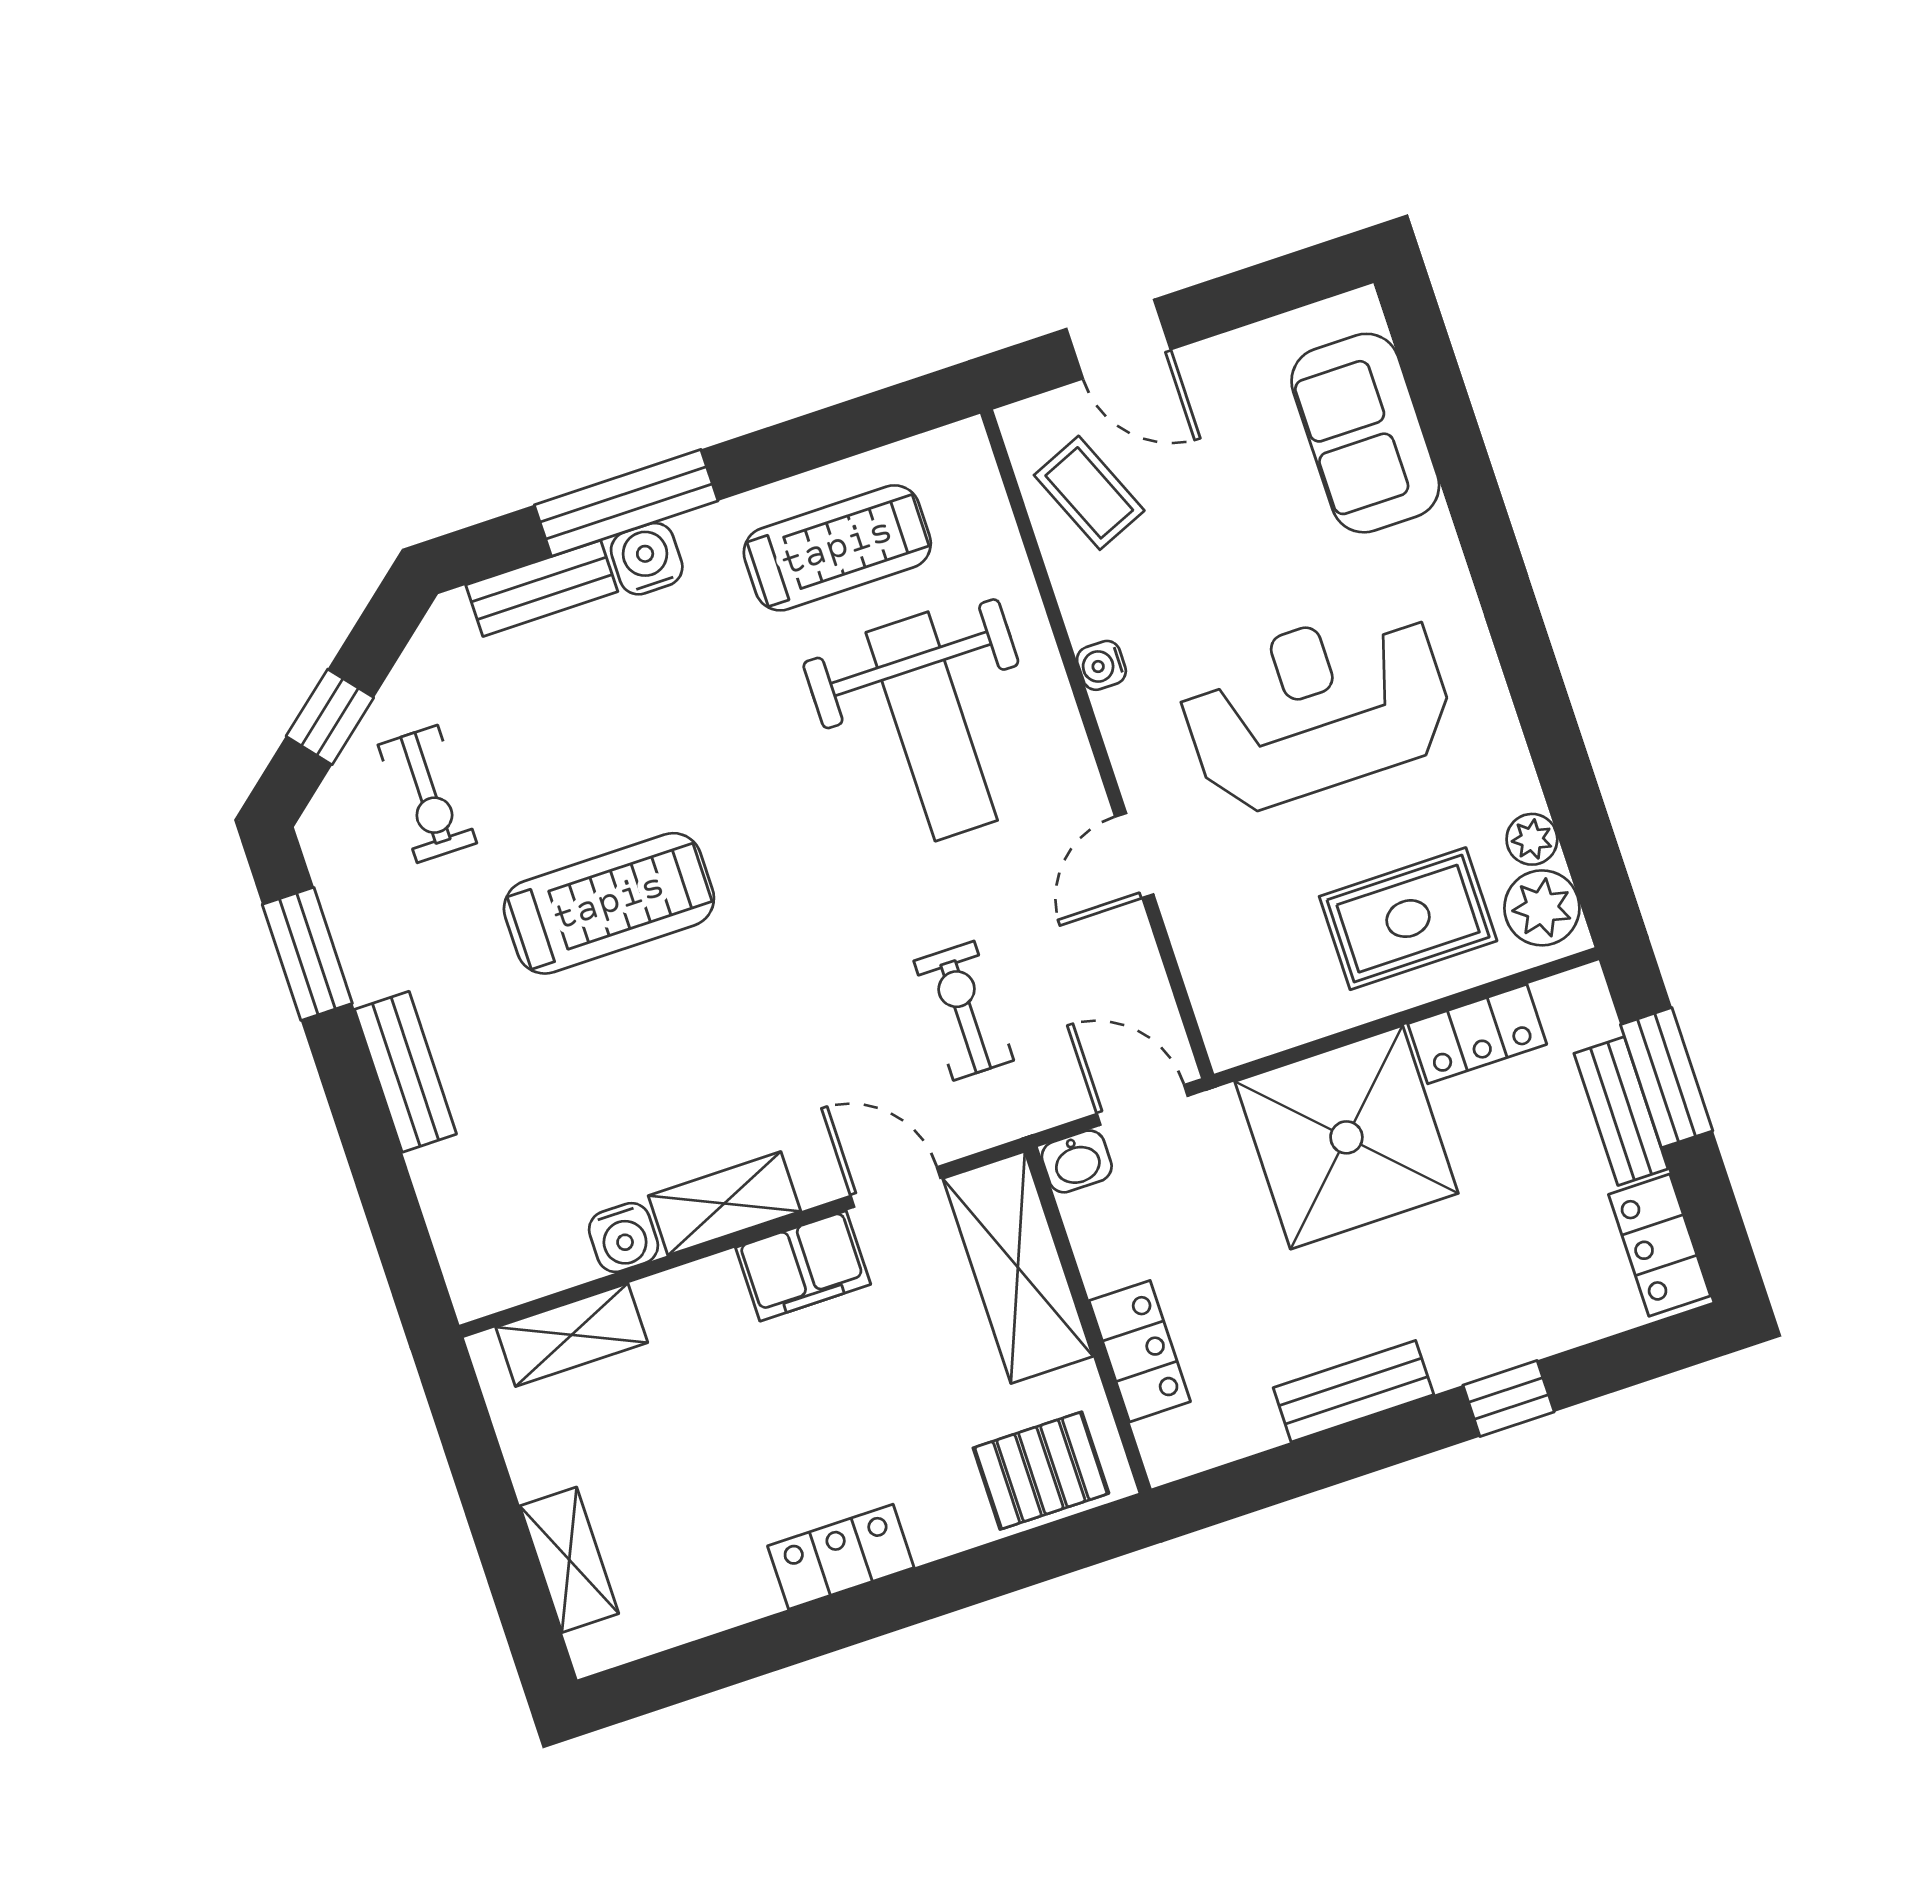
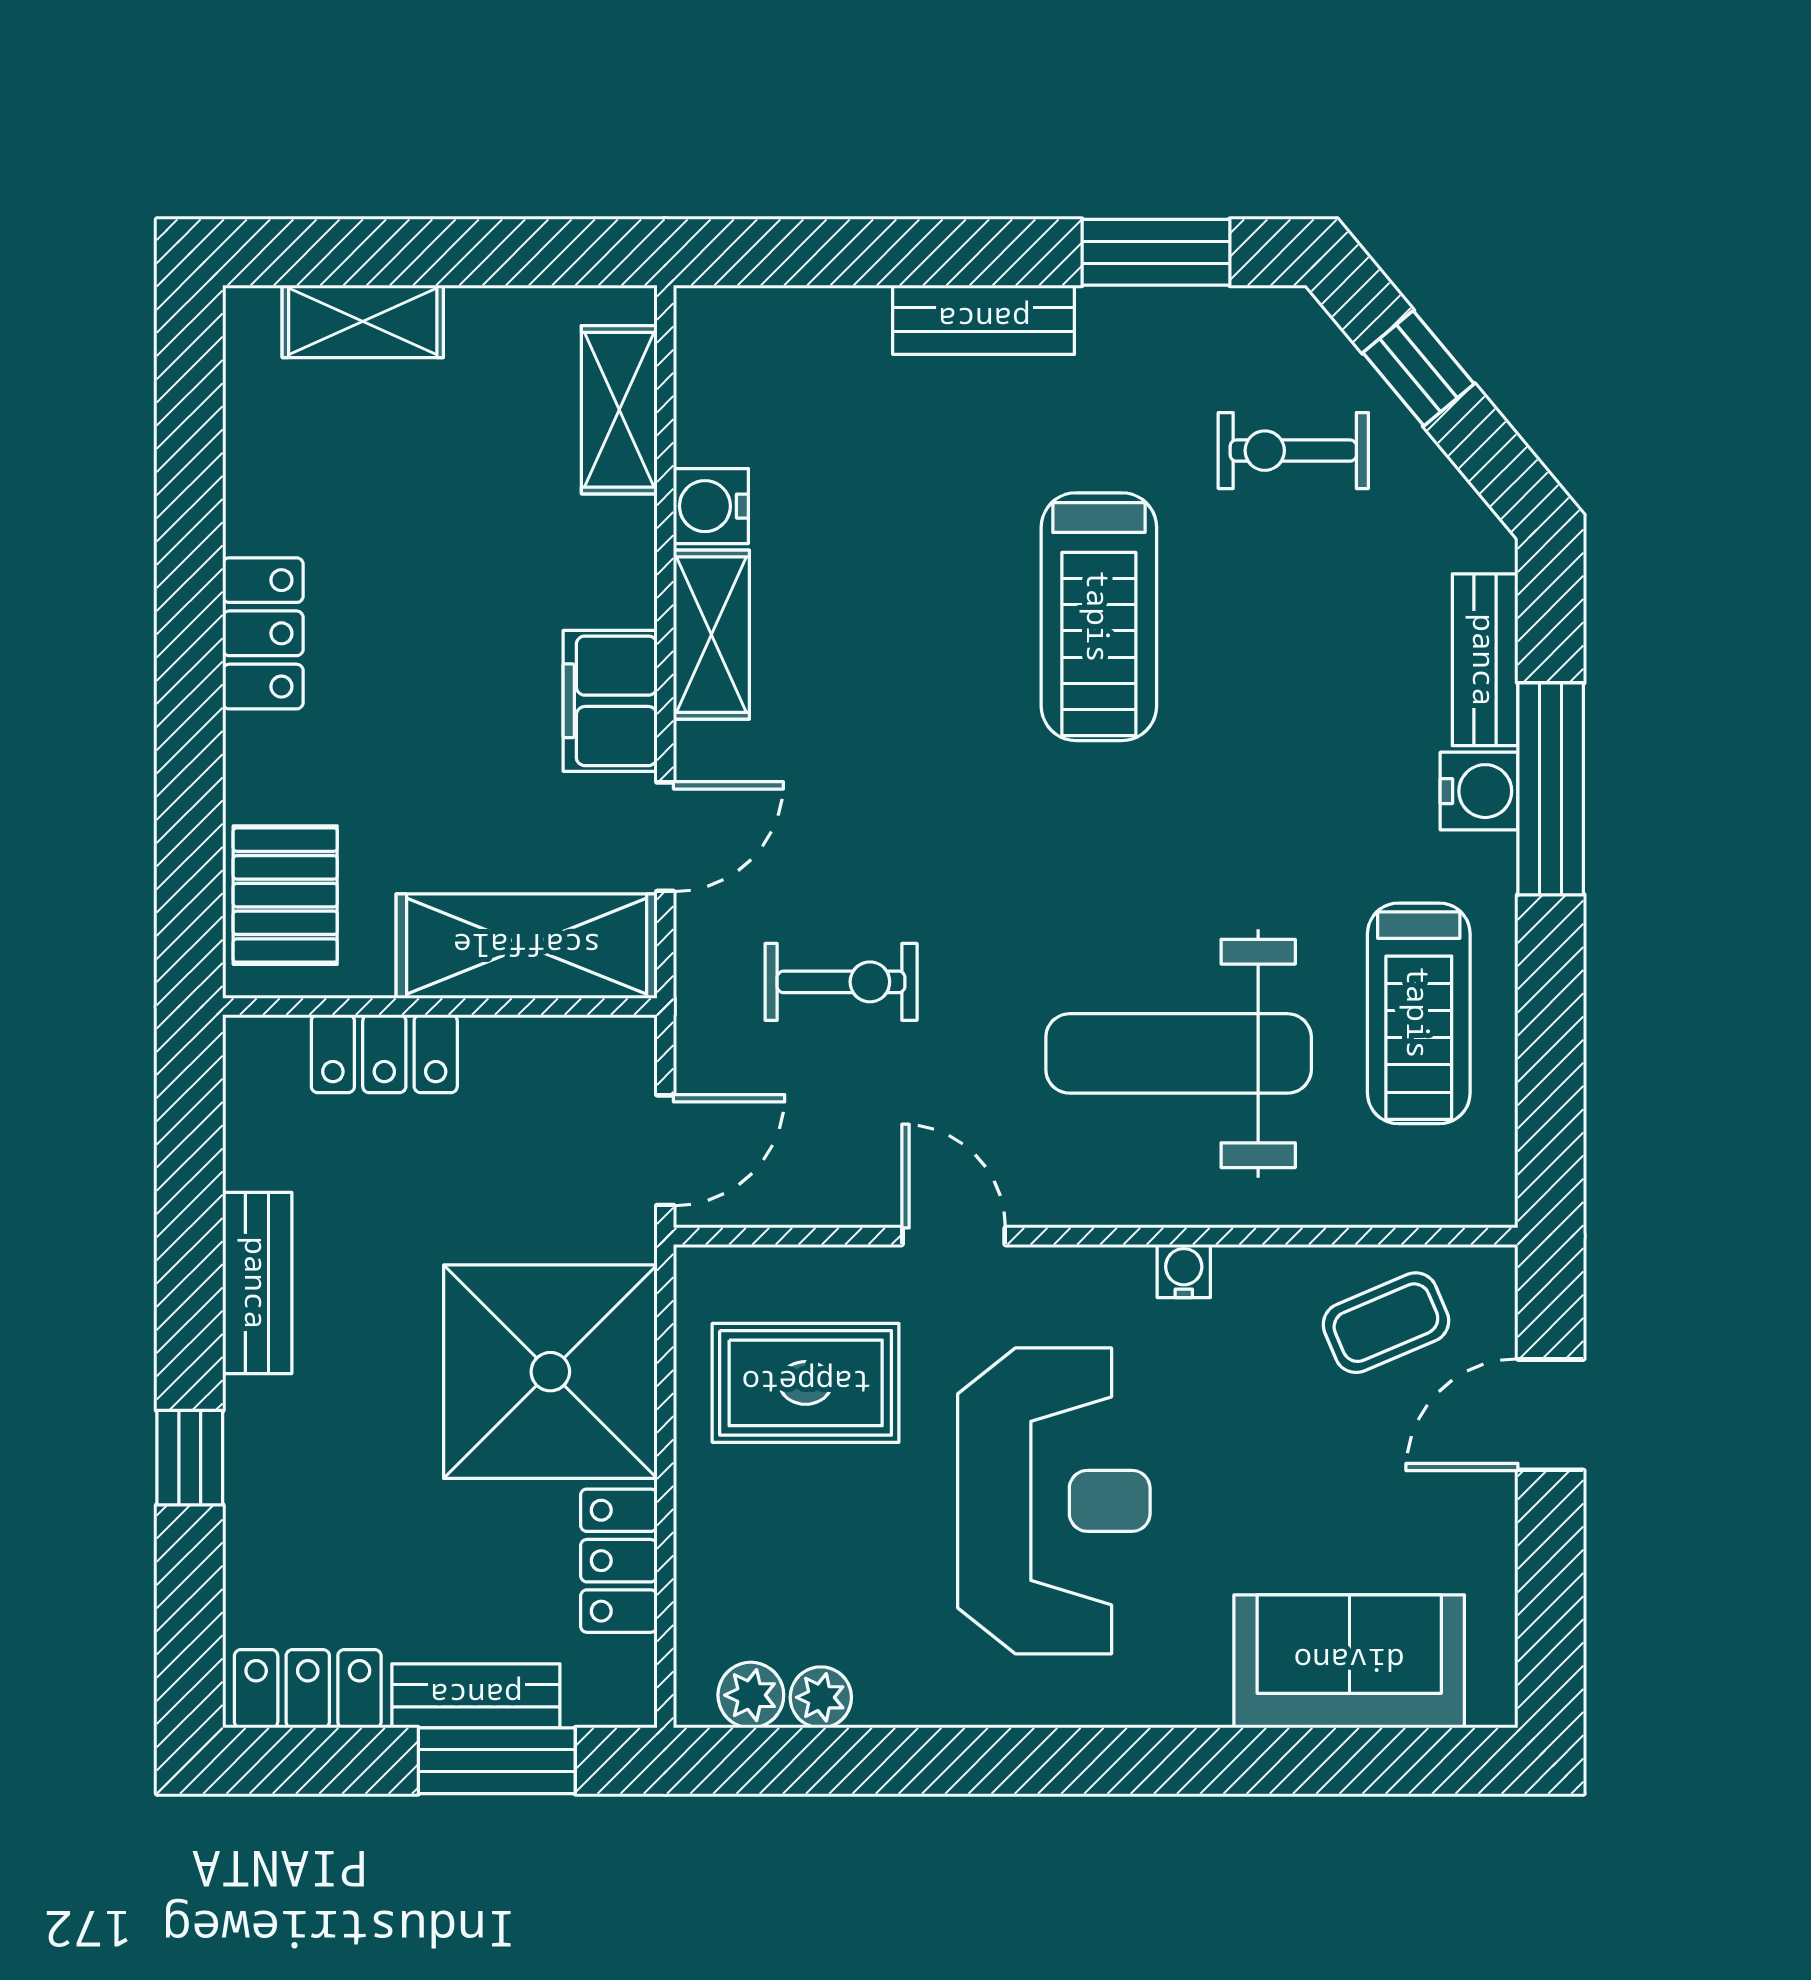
plant: (1542, 908) -> (751, 1695), width x0.73, depth x0.73
rug: (1408, 919) -> (806, 1383), moved, turned 90
washbasin: (1077, 1161) -> (625, 1054), removed

